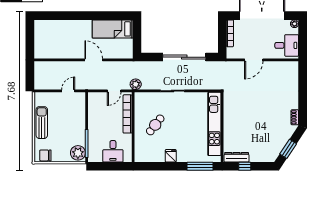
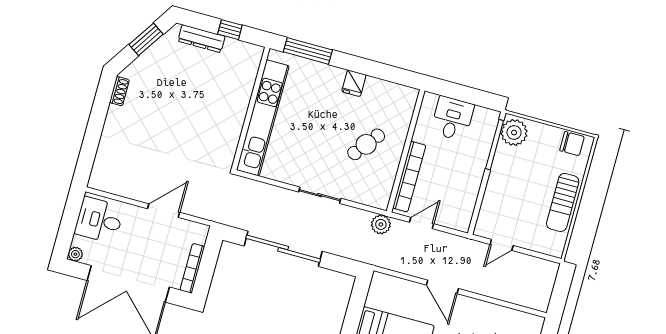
dresser: (237, 157) -> (201, 39), moved

